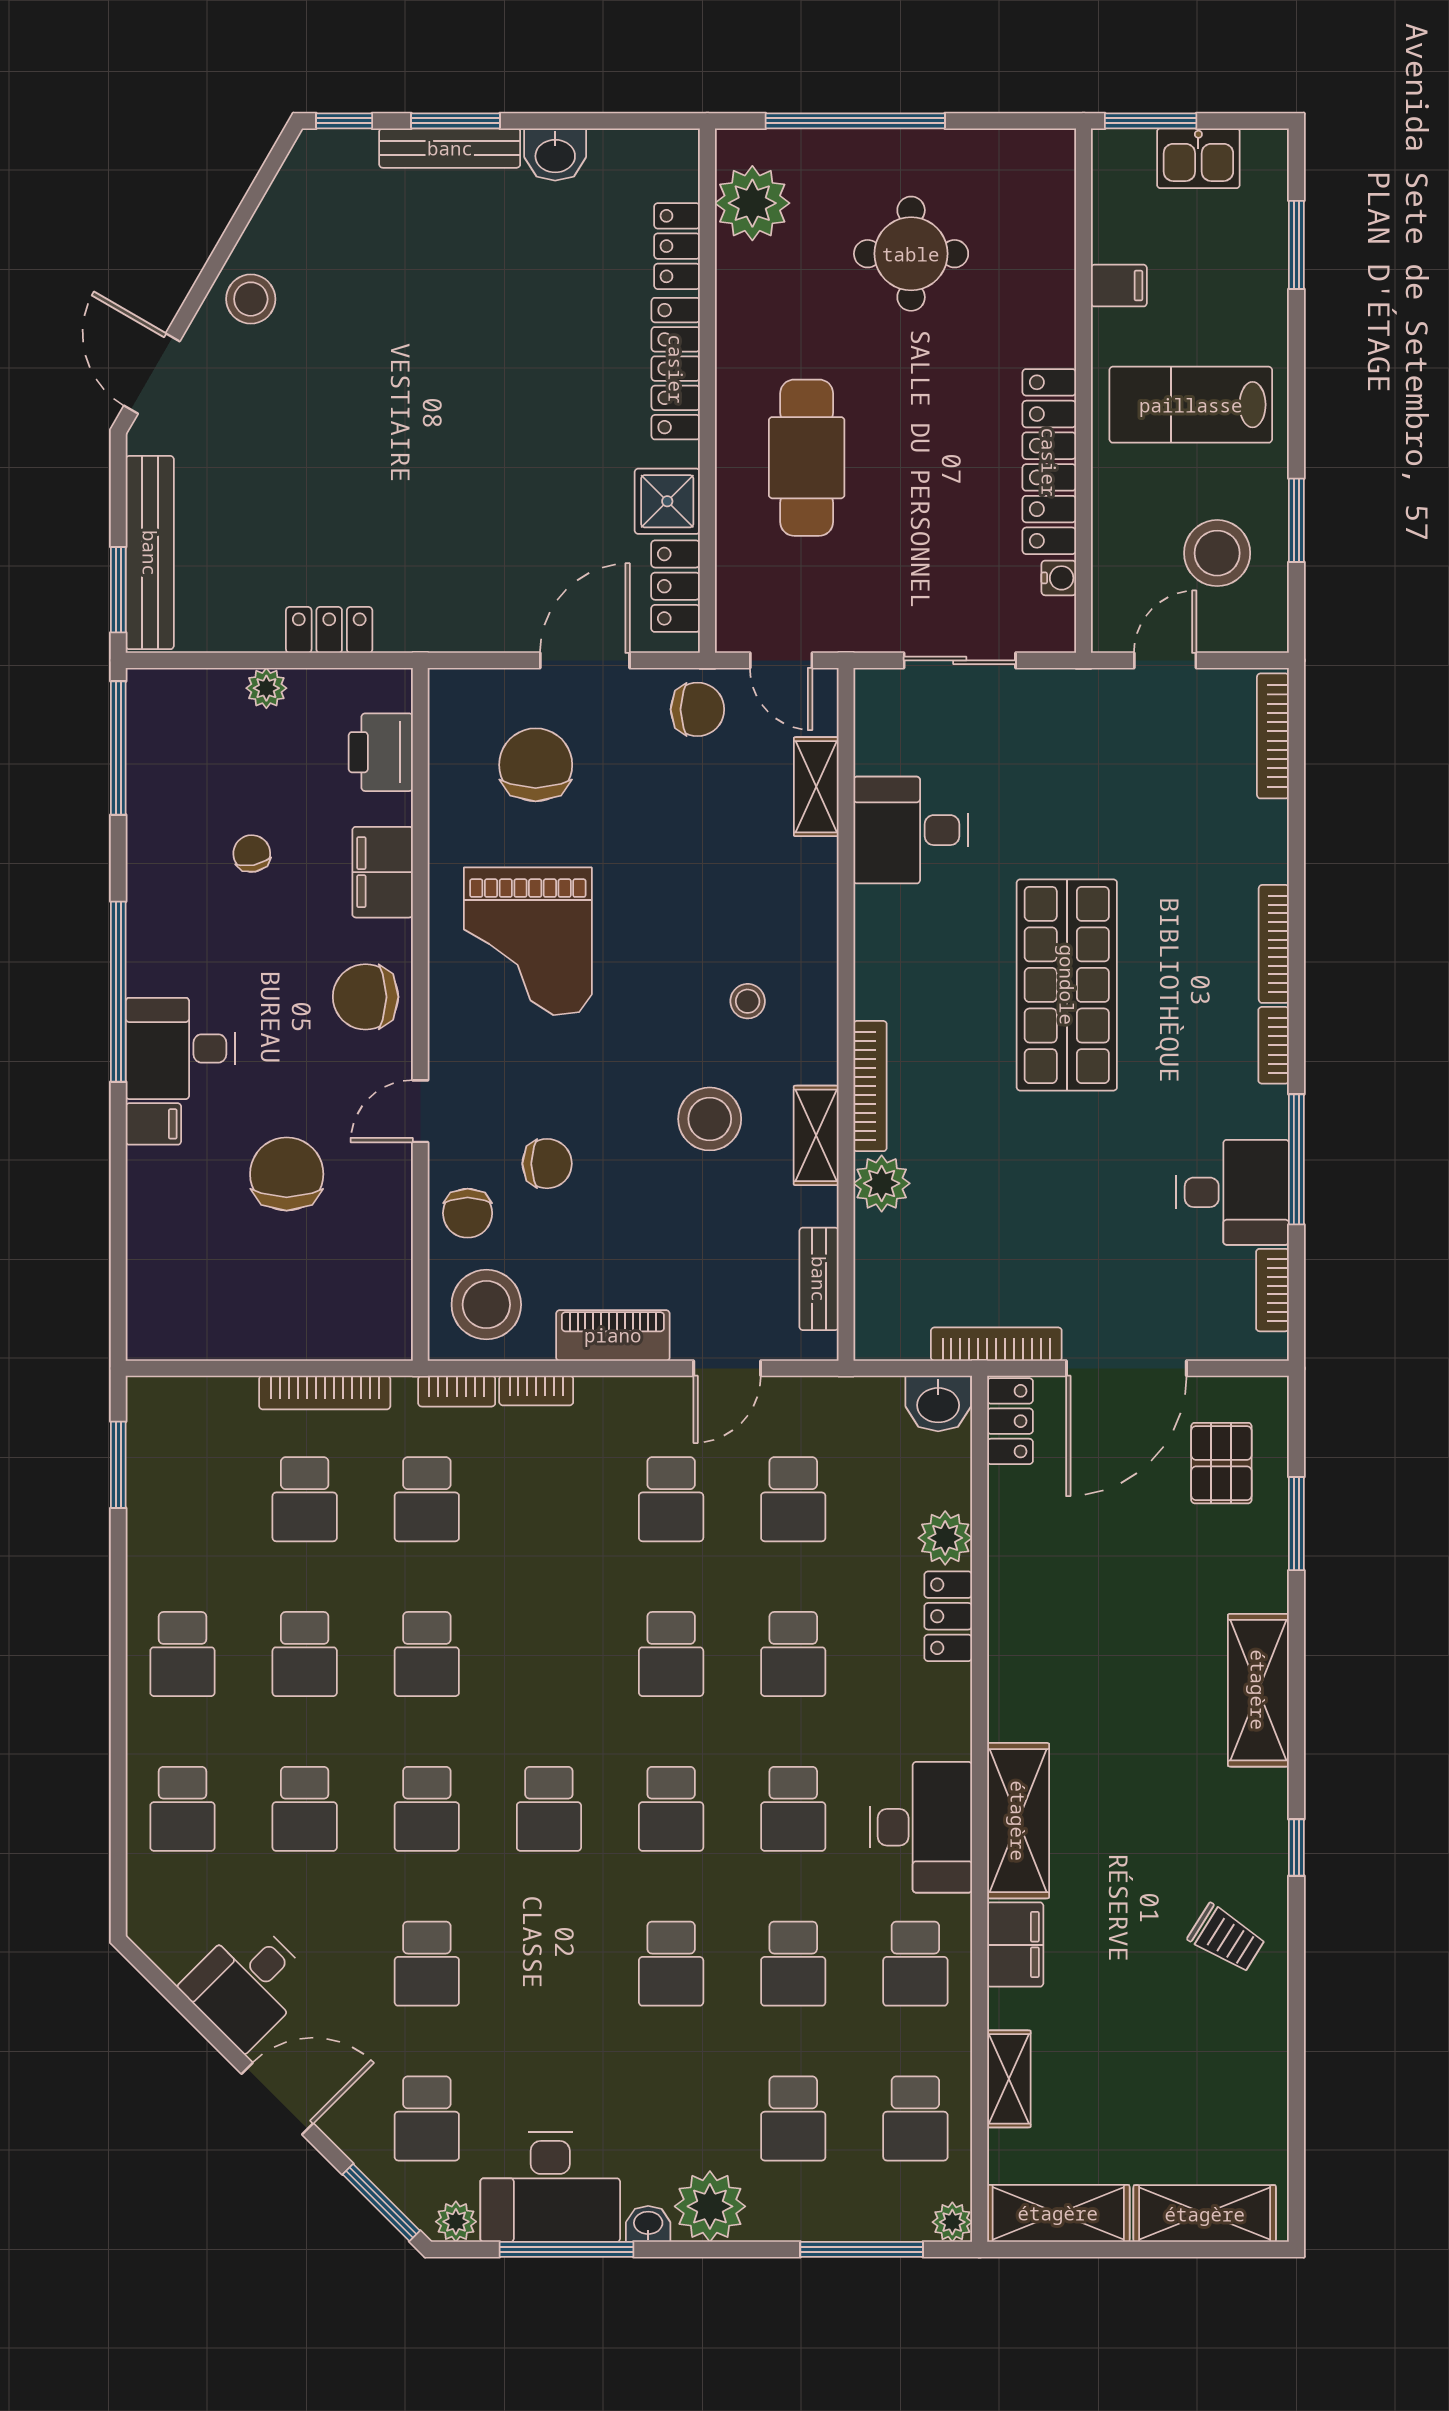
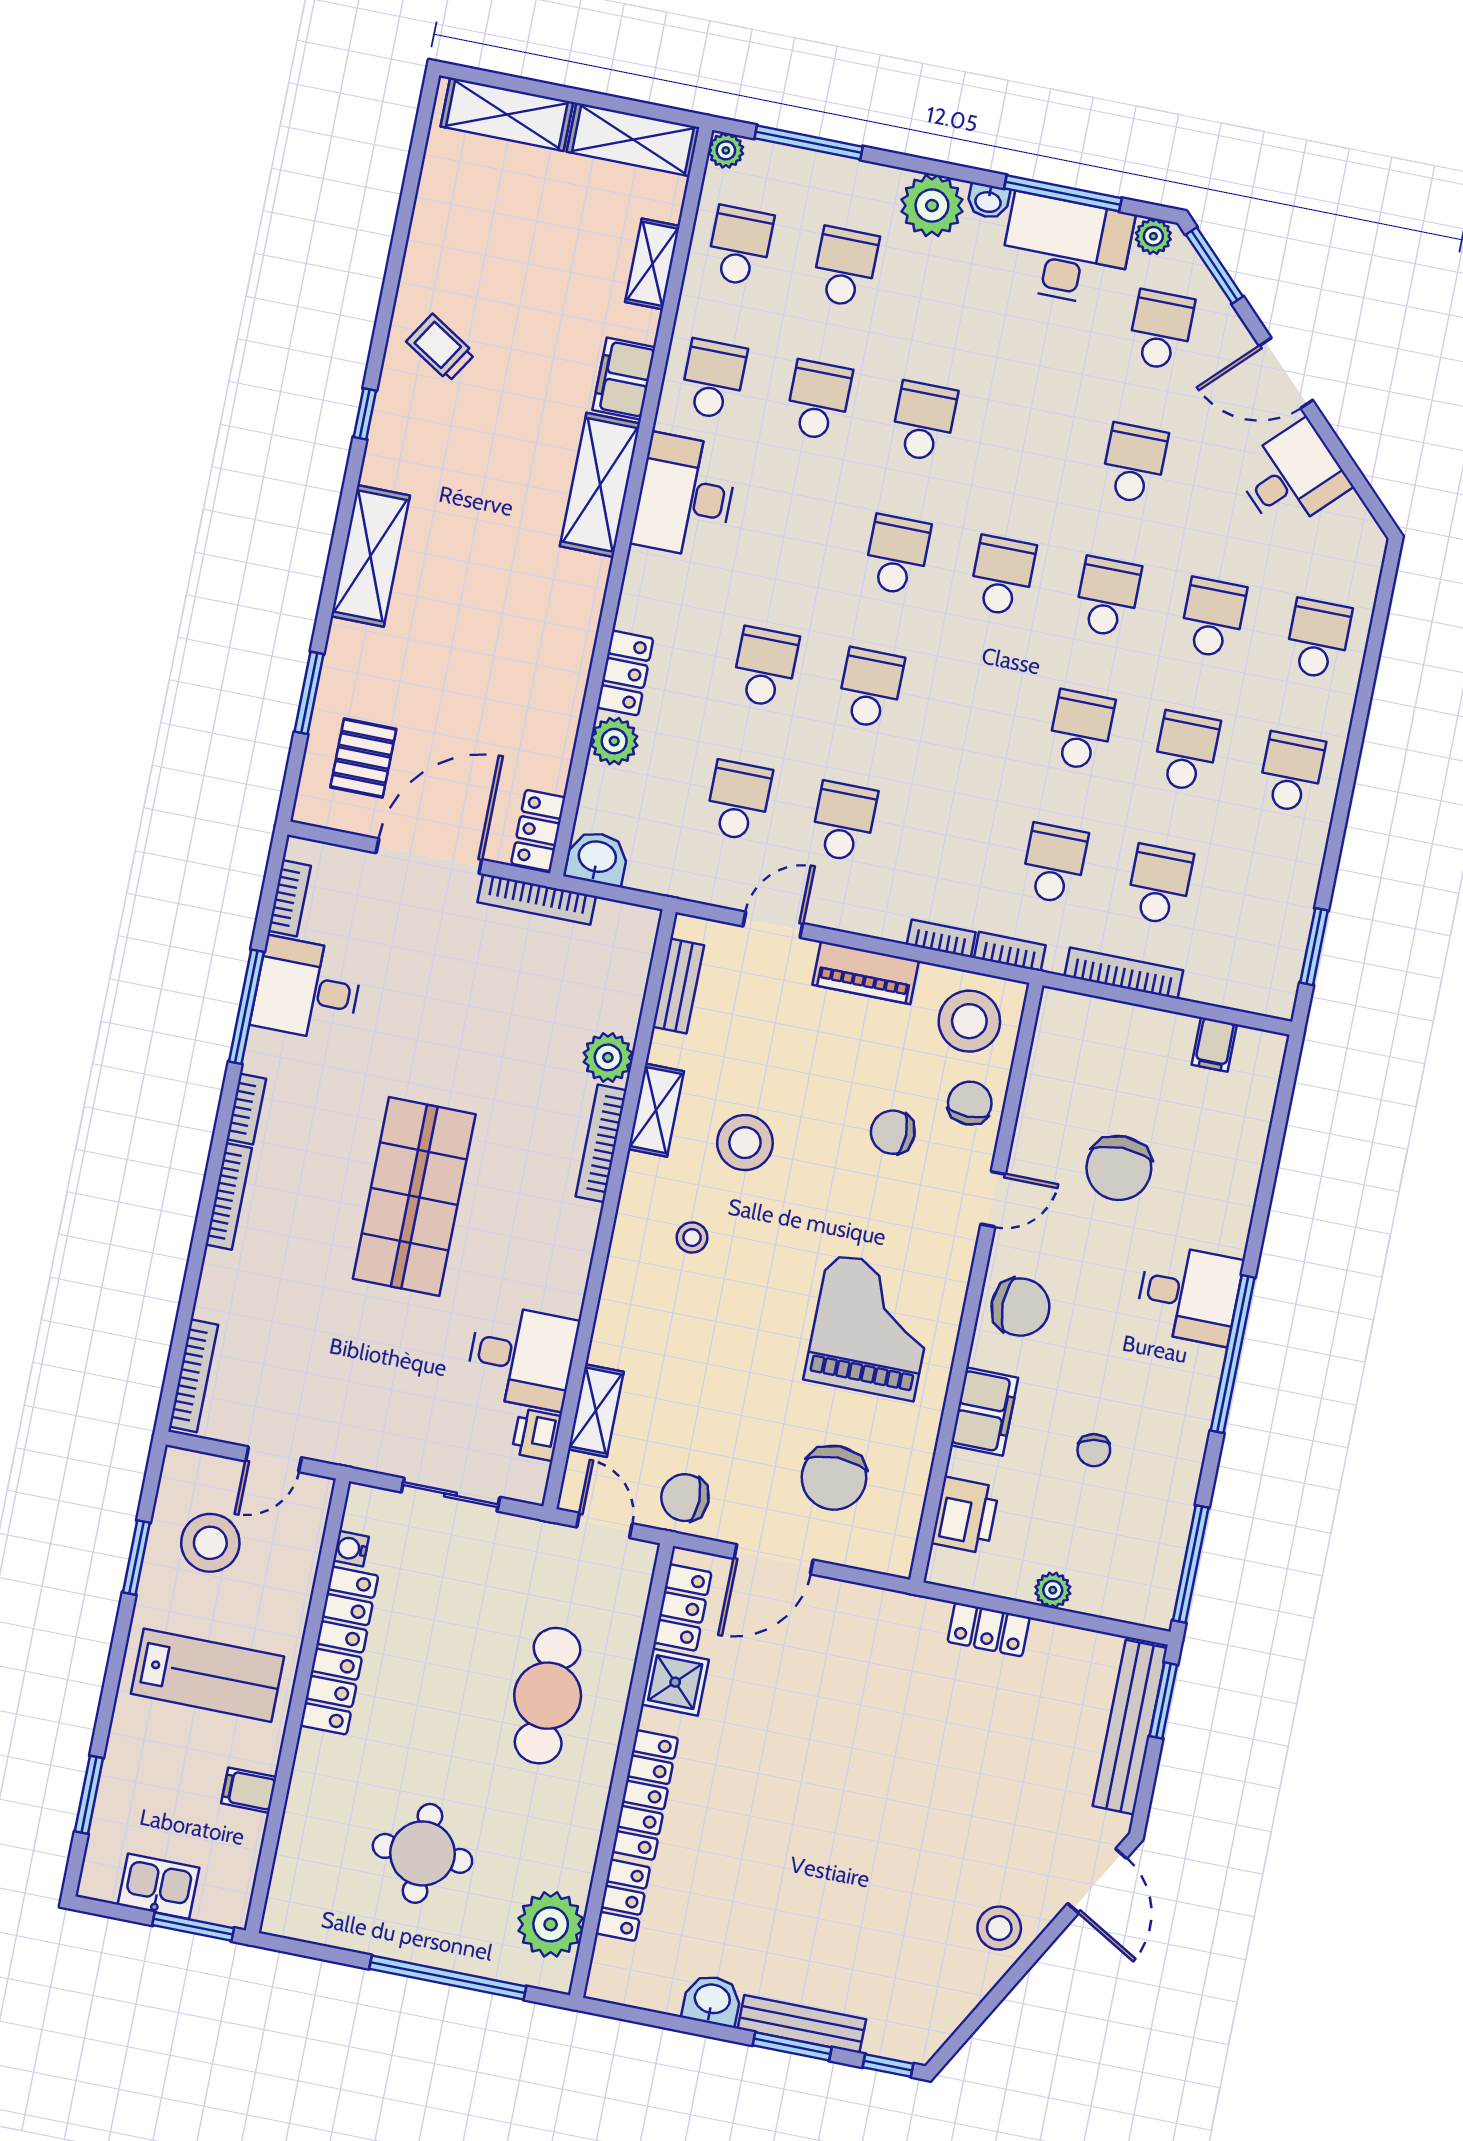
printer: (877, 746) -> (536, 1435), added
filing cabinet: (153, 1124) -> (1214, 1044), moved, turned -90
school desk: (793, 1809) -> (792, 534), removed

